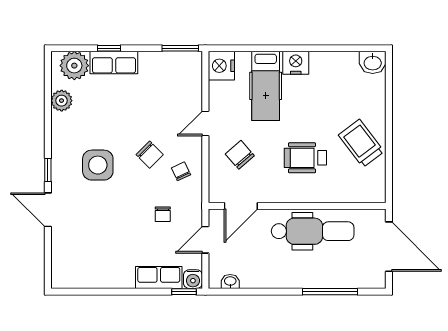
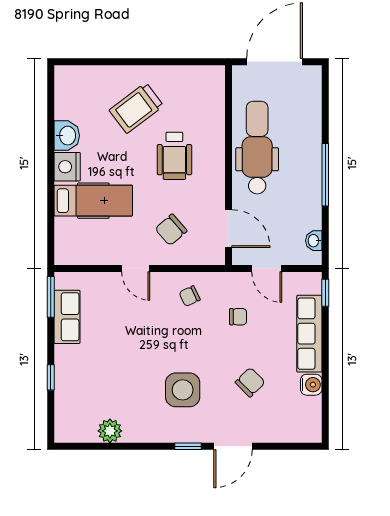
washbasin: (373, 62) -> (67, 136), moved
row of seats: (114, 63) -> (67, 317), moved
plant: (74, 66) -> (70, 416), removed
nightstand: (221, 66) -> (71, 251), removed
trolley: (361, 143) -> (136, 108), moved
chair: (150, 155) -> (250, 382), moved
row of seats: (159, 277) -> (309, 334), width x1.48
water cooler: (193, 279) -> (311, 385), moved
window: (330, 292) -> (325, 175), moved

